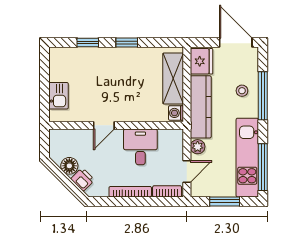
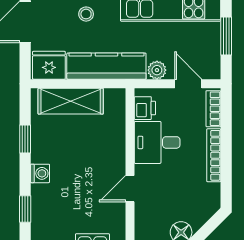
window: (127, 43) -> (25, 139), moved
washing machine: (176, 113) -> (40, 173), moved, turned -90
door: (104, 125) -> (130, 189), swing flipped
printer: (83, 179) -> (145, 108), moved, turned 135

